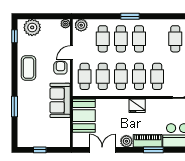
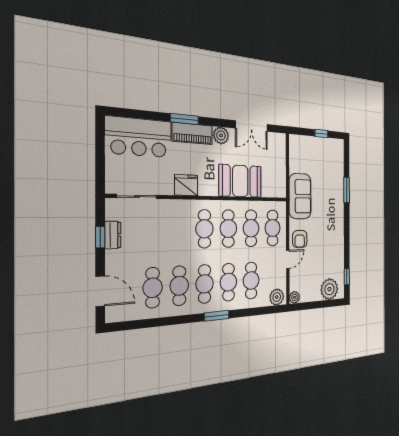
coffee table: (28, 68) -> (333, 238), removed
cafe table: (157, 76) -> (179, 286), moved
fridge: (137, 106) -> (186, 185), moved
booth: (84, 116) -> (240, 181), moved, turned 90

